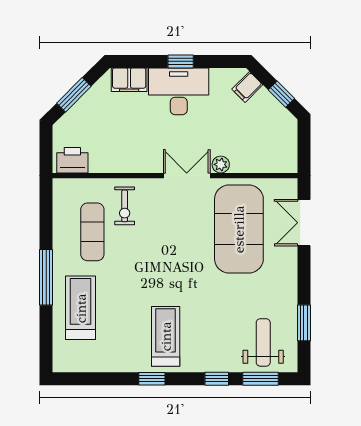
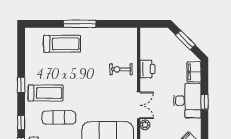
printer: (72, 160) -> (147, 69), moved
exercise mat: (92, 232) -> (59, 117), moved

